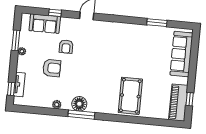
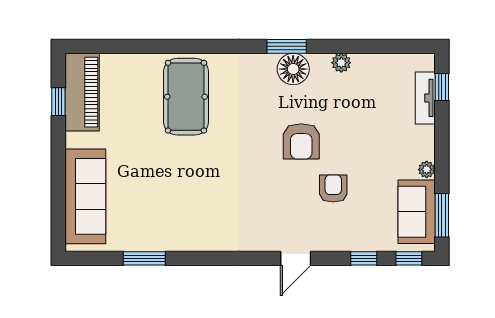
window: (34, 11) -> (409, 258), added
sofa: (45, 24) -> (417, 212), moved, turned -90
window: (16, 40) -> (442, 215), moved
armchair: (52, 68) -> (301, 141), moved, turned -90
window: (81, 115) -> (287, 46), width x0.69

